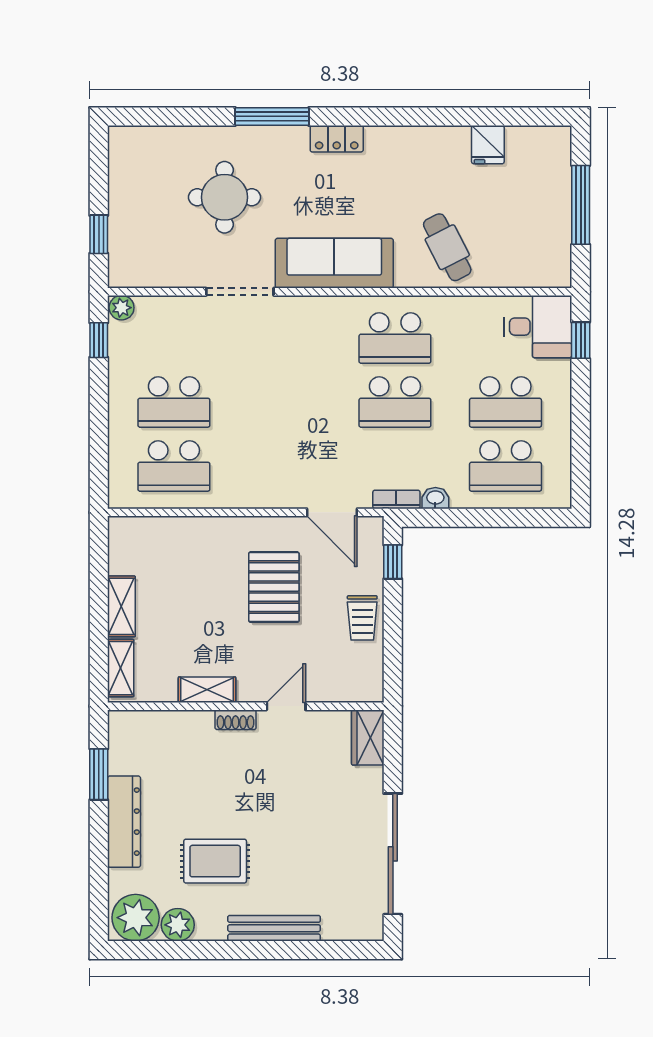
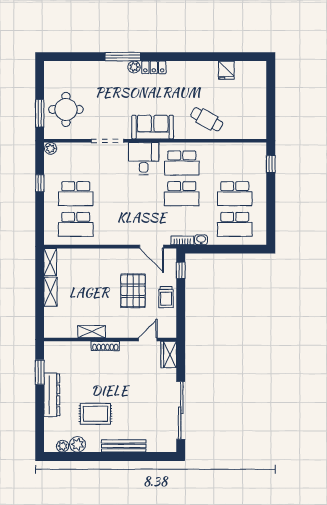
plant: (295, 138) -> (134, 67), added
round table: (225, 197) -> (66, 109), moved
window: (581, 205) -> (271, 99), removed
window: (99, 234) -> (40, 113), width x1.50
cafe table: (447, 247) -> (207, 119), turned -34
sofa: (334, 263) -> (153, 127), width x0.73
desk: (538, 327) -> (144, 159), moved, turned -90
window: (99, 340) -> (40, 183), moved
pallet: (274, 587) -> (133, 291), moved
shelving: (121, 668) -> (50, 262), moved
door: (286, 706) -> (148, 340), moved
shoe rack: (236, 720) -> (105, 346), width x1.43
plant: (136, 918) -> (63, 446), width x0.53, depth x0.53

